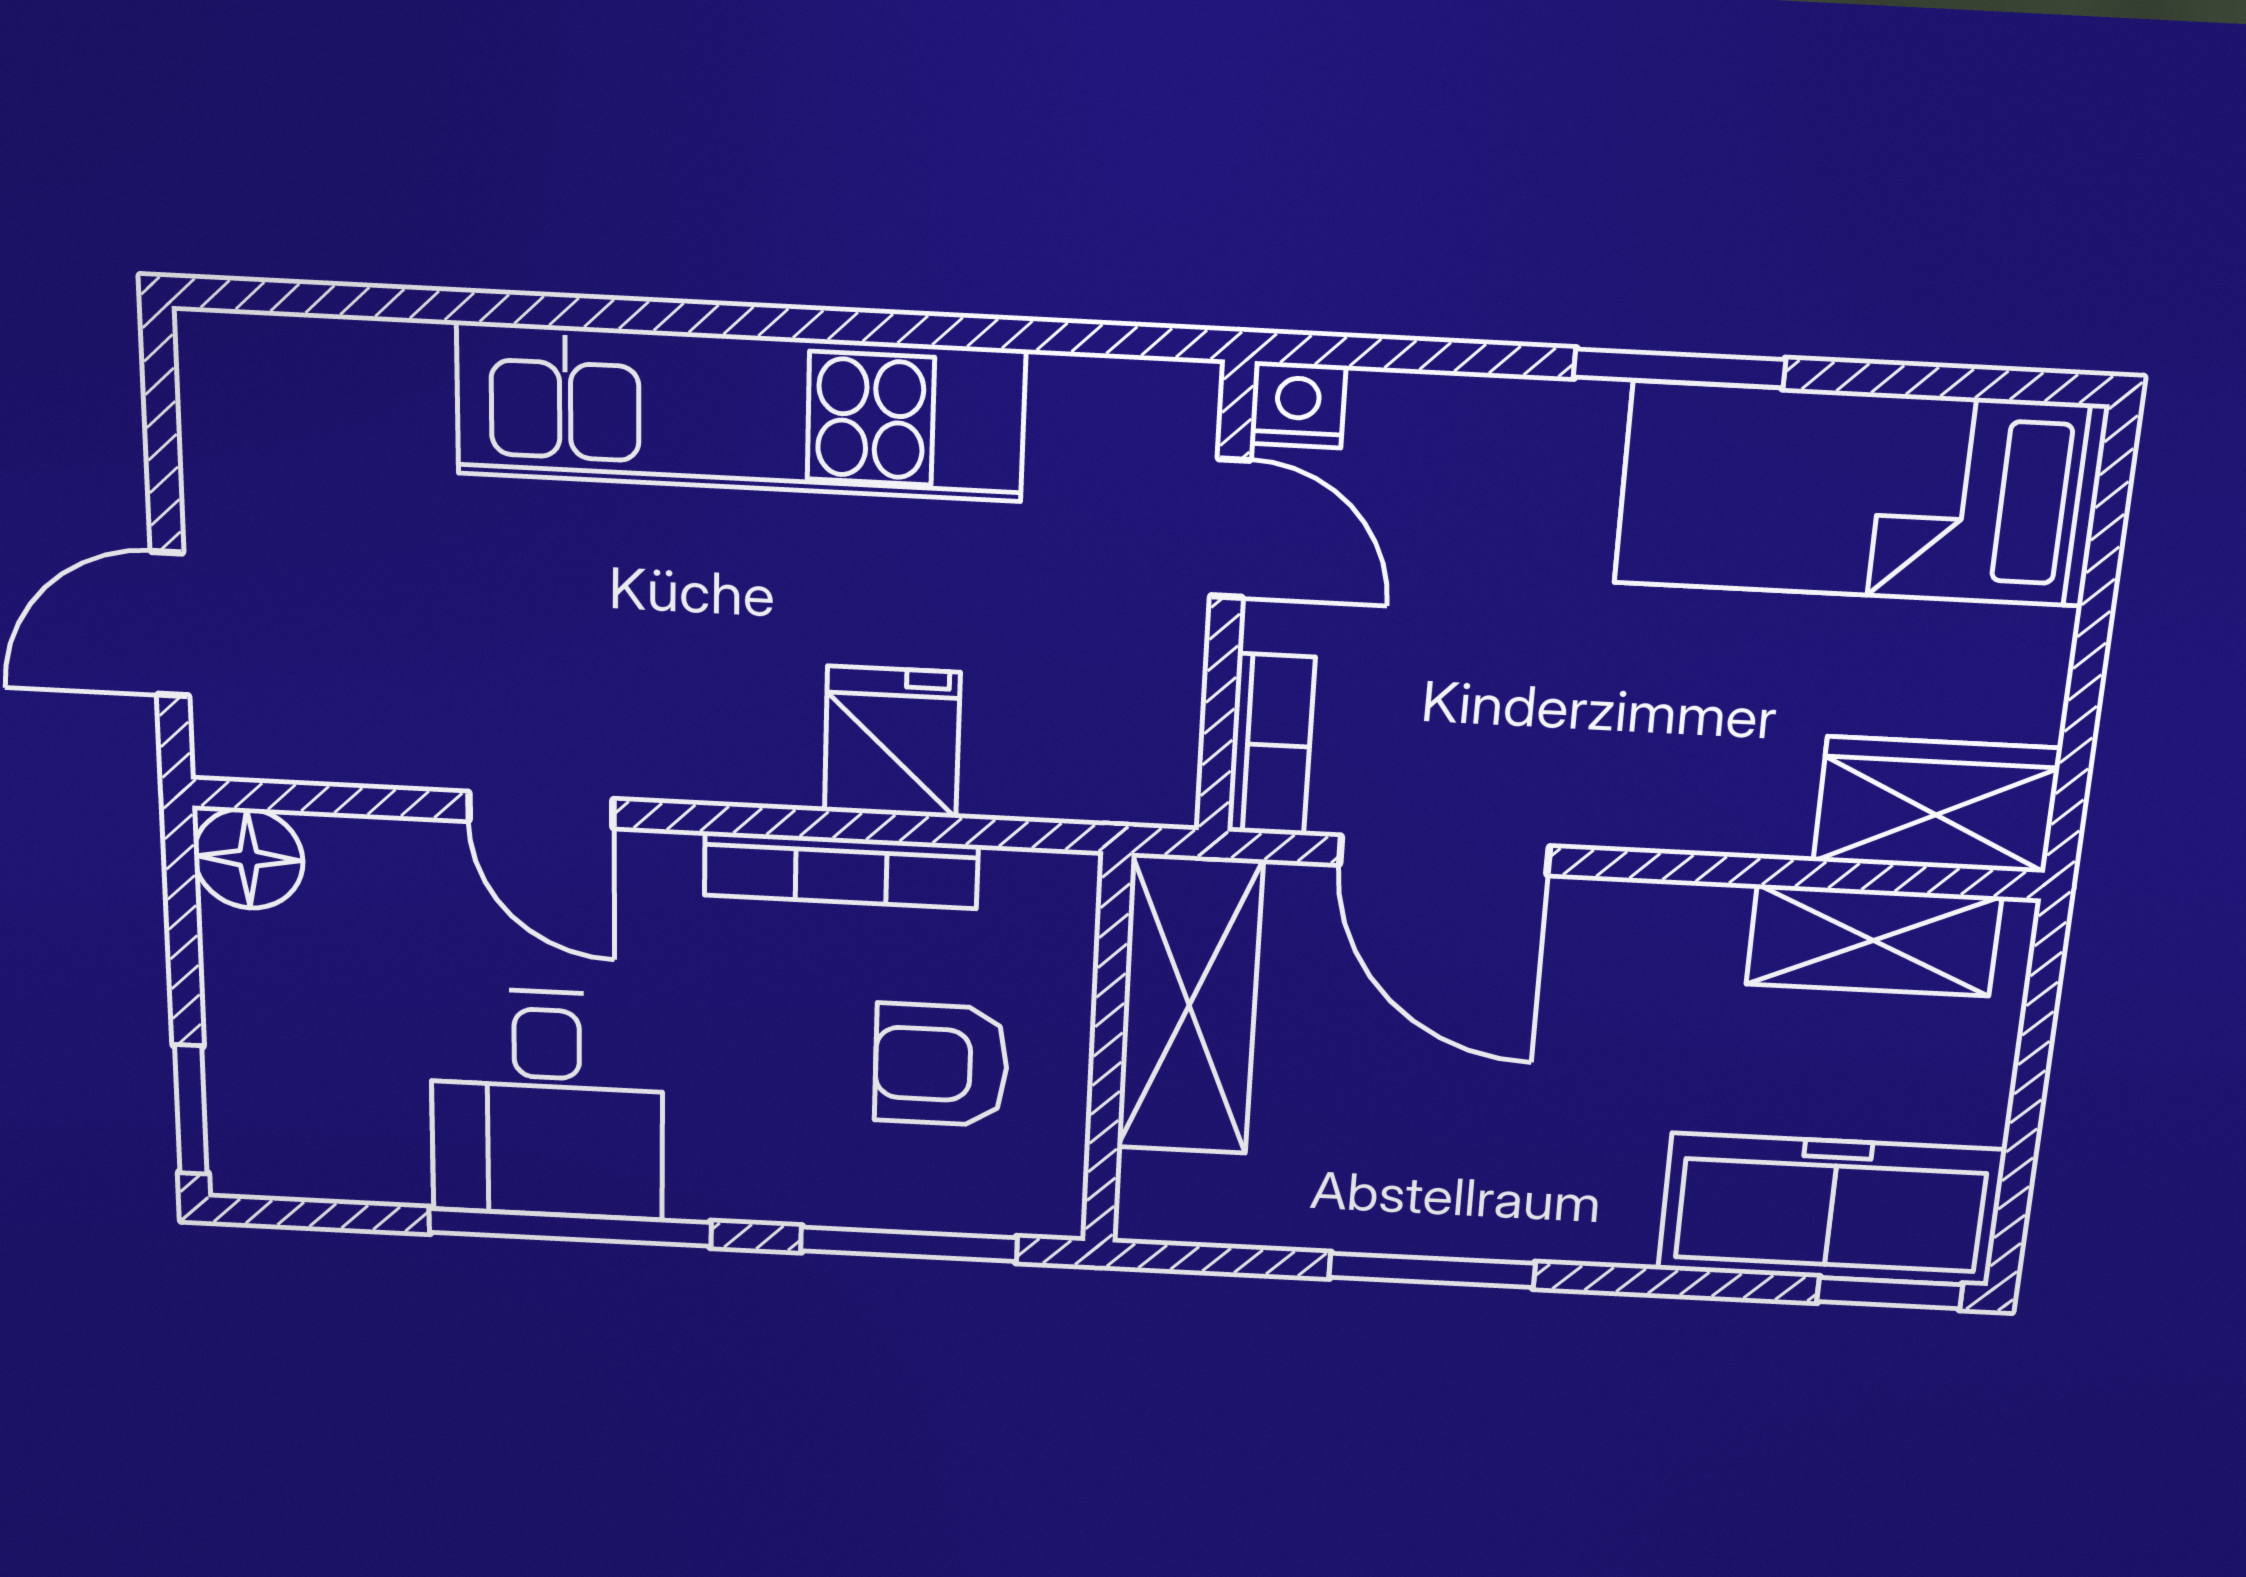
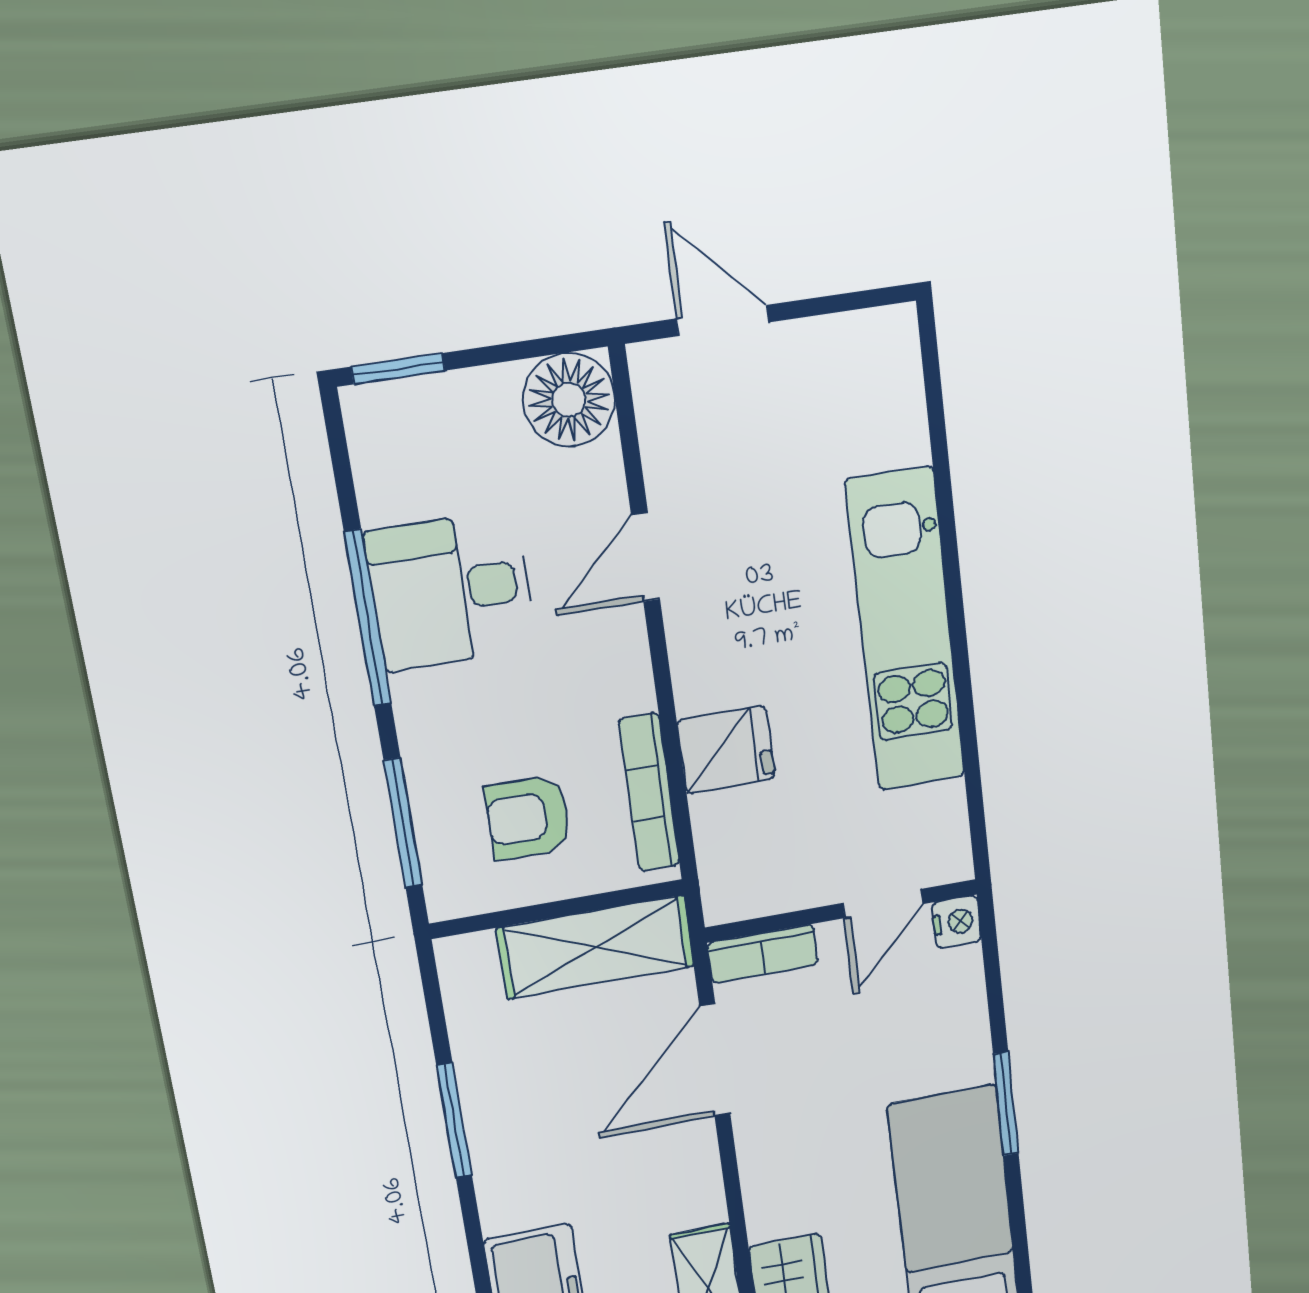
floor lamp: (248, 858) -> (569, 400), width x1.38, depth x1.38
bookcase: (841, 870) -> (649, 793), moved
armchair: (941, 1065) -> (528, 817), turned -90

